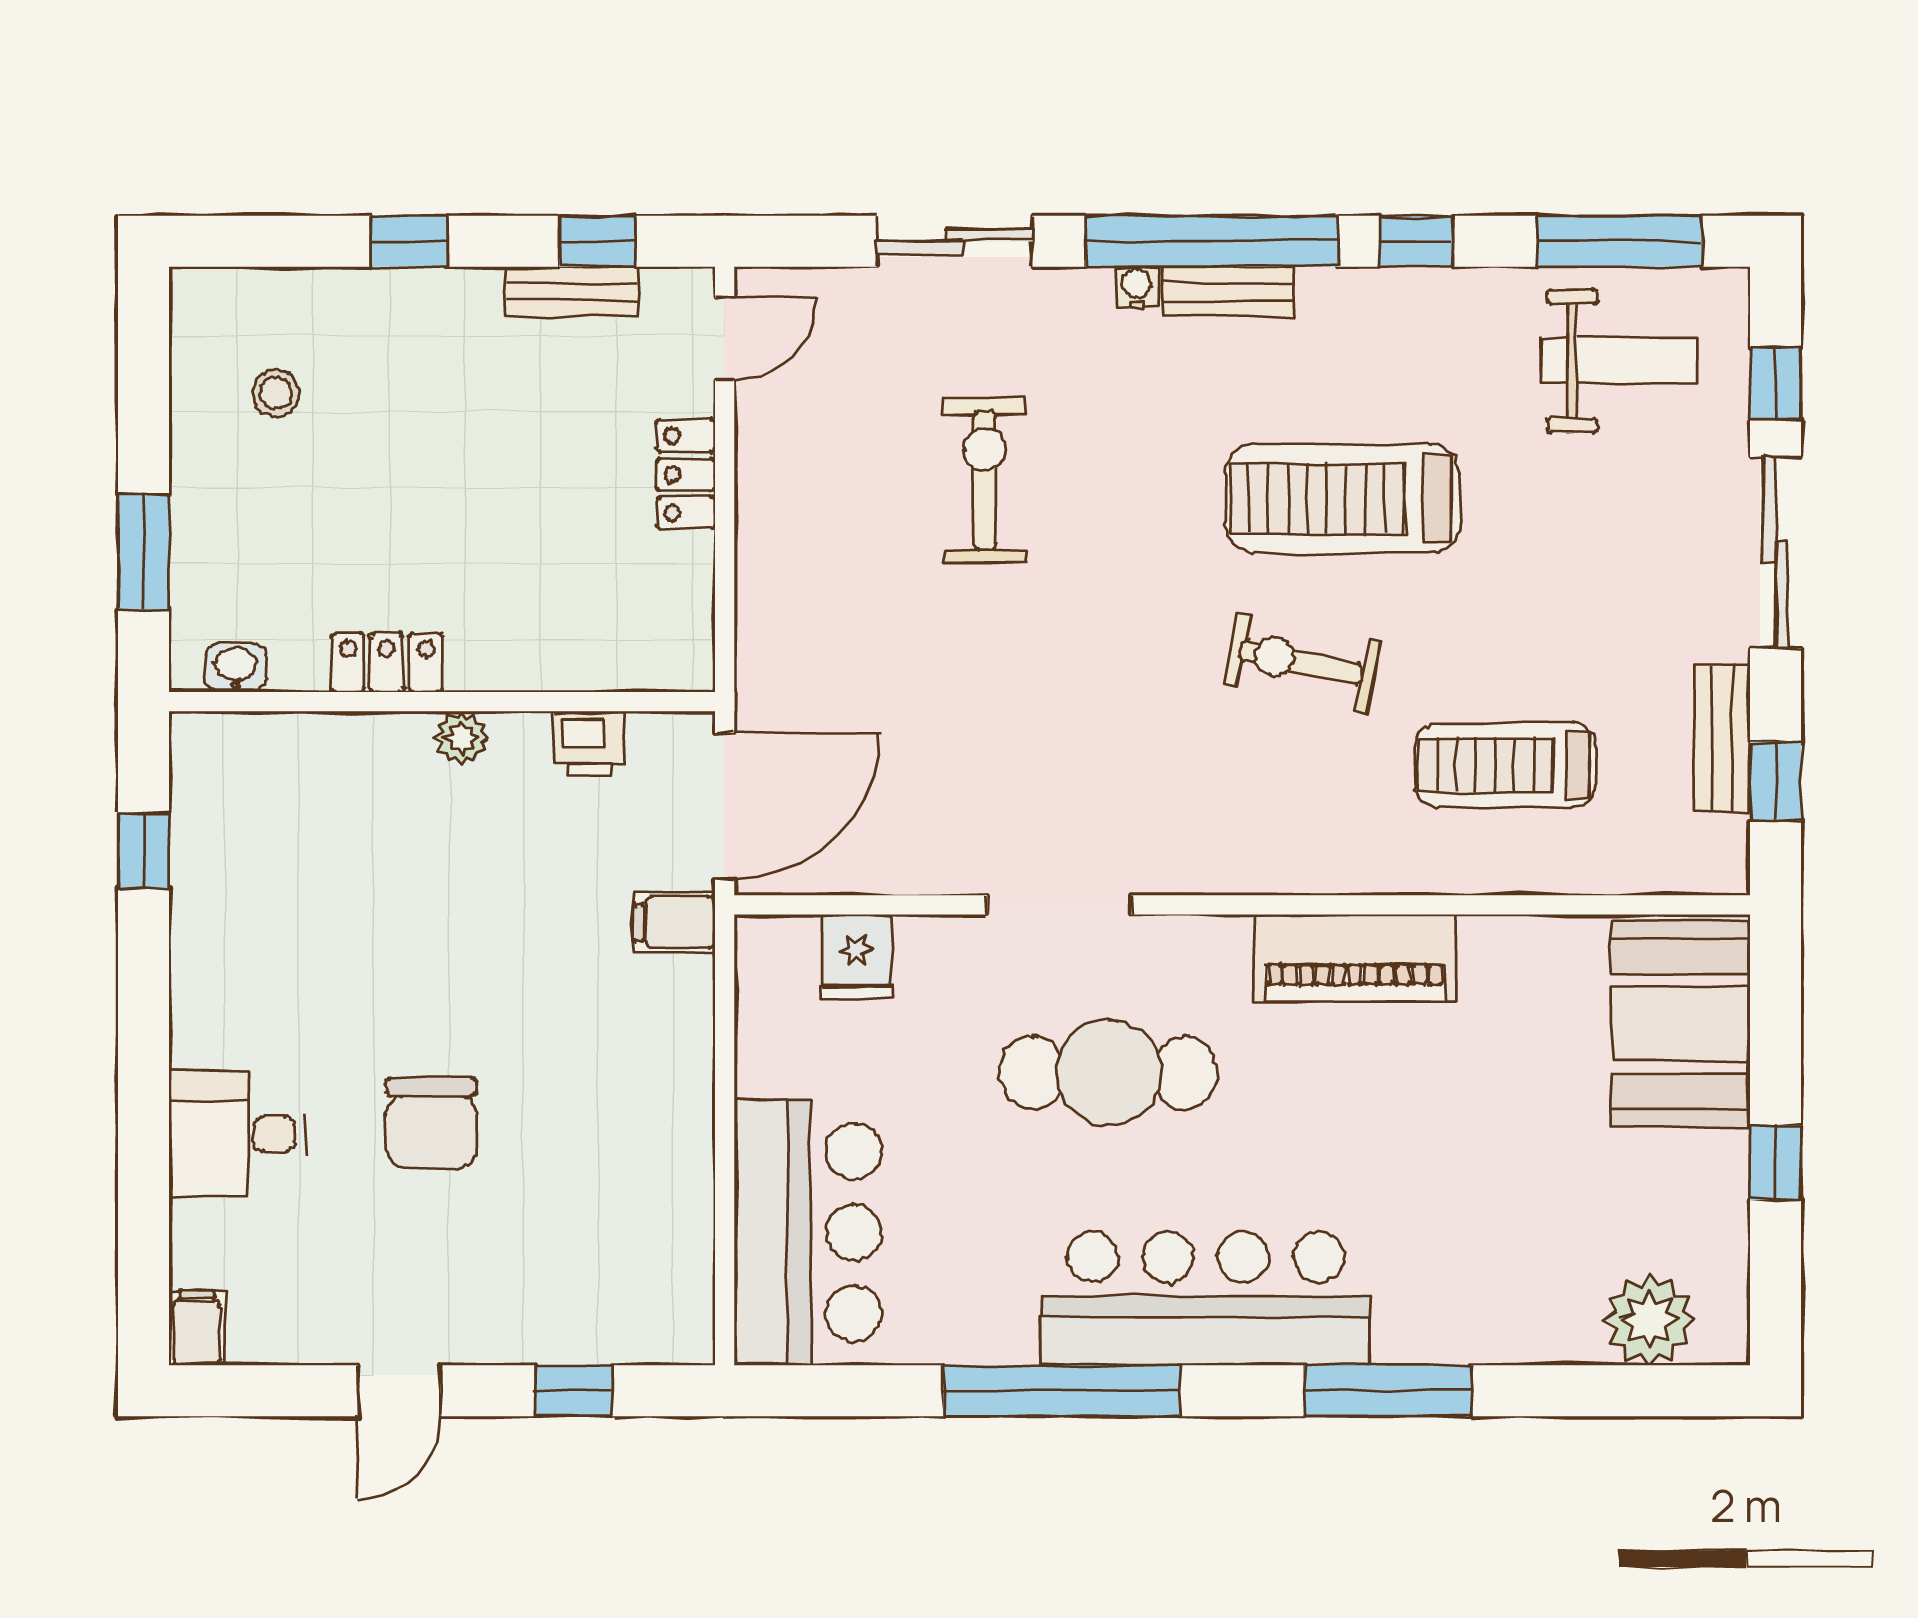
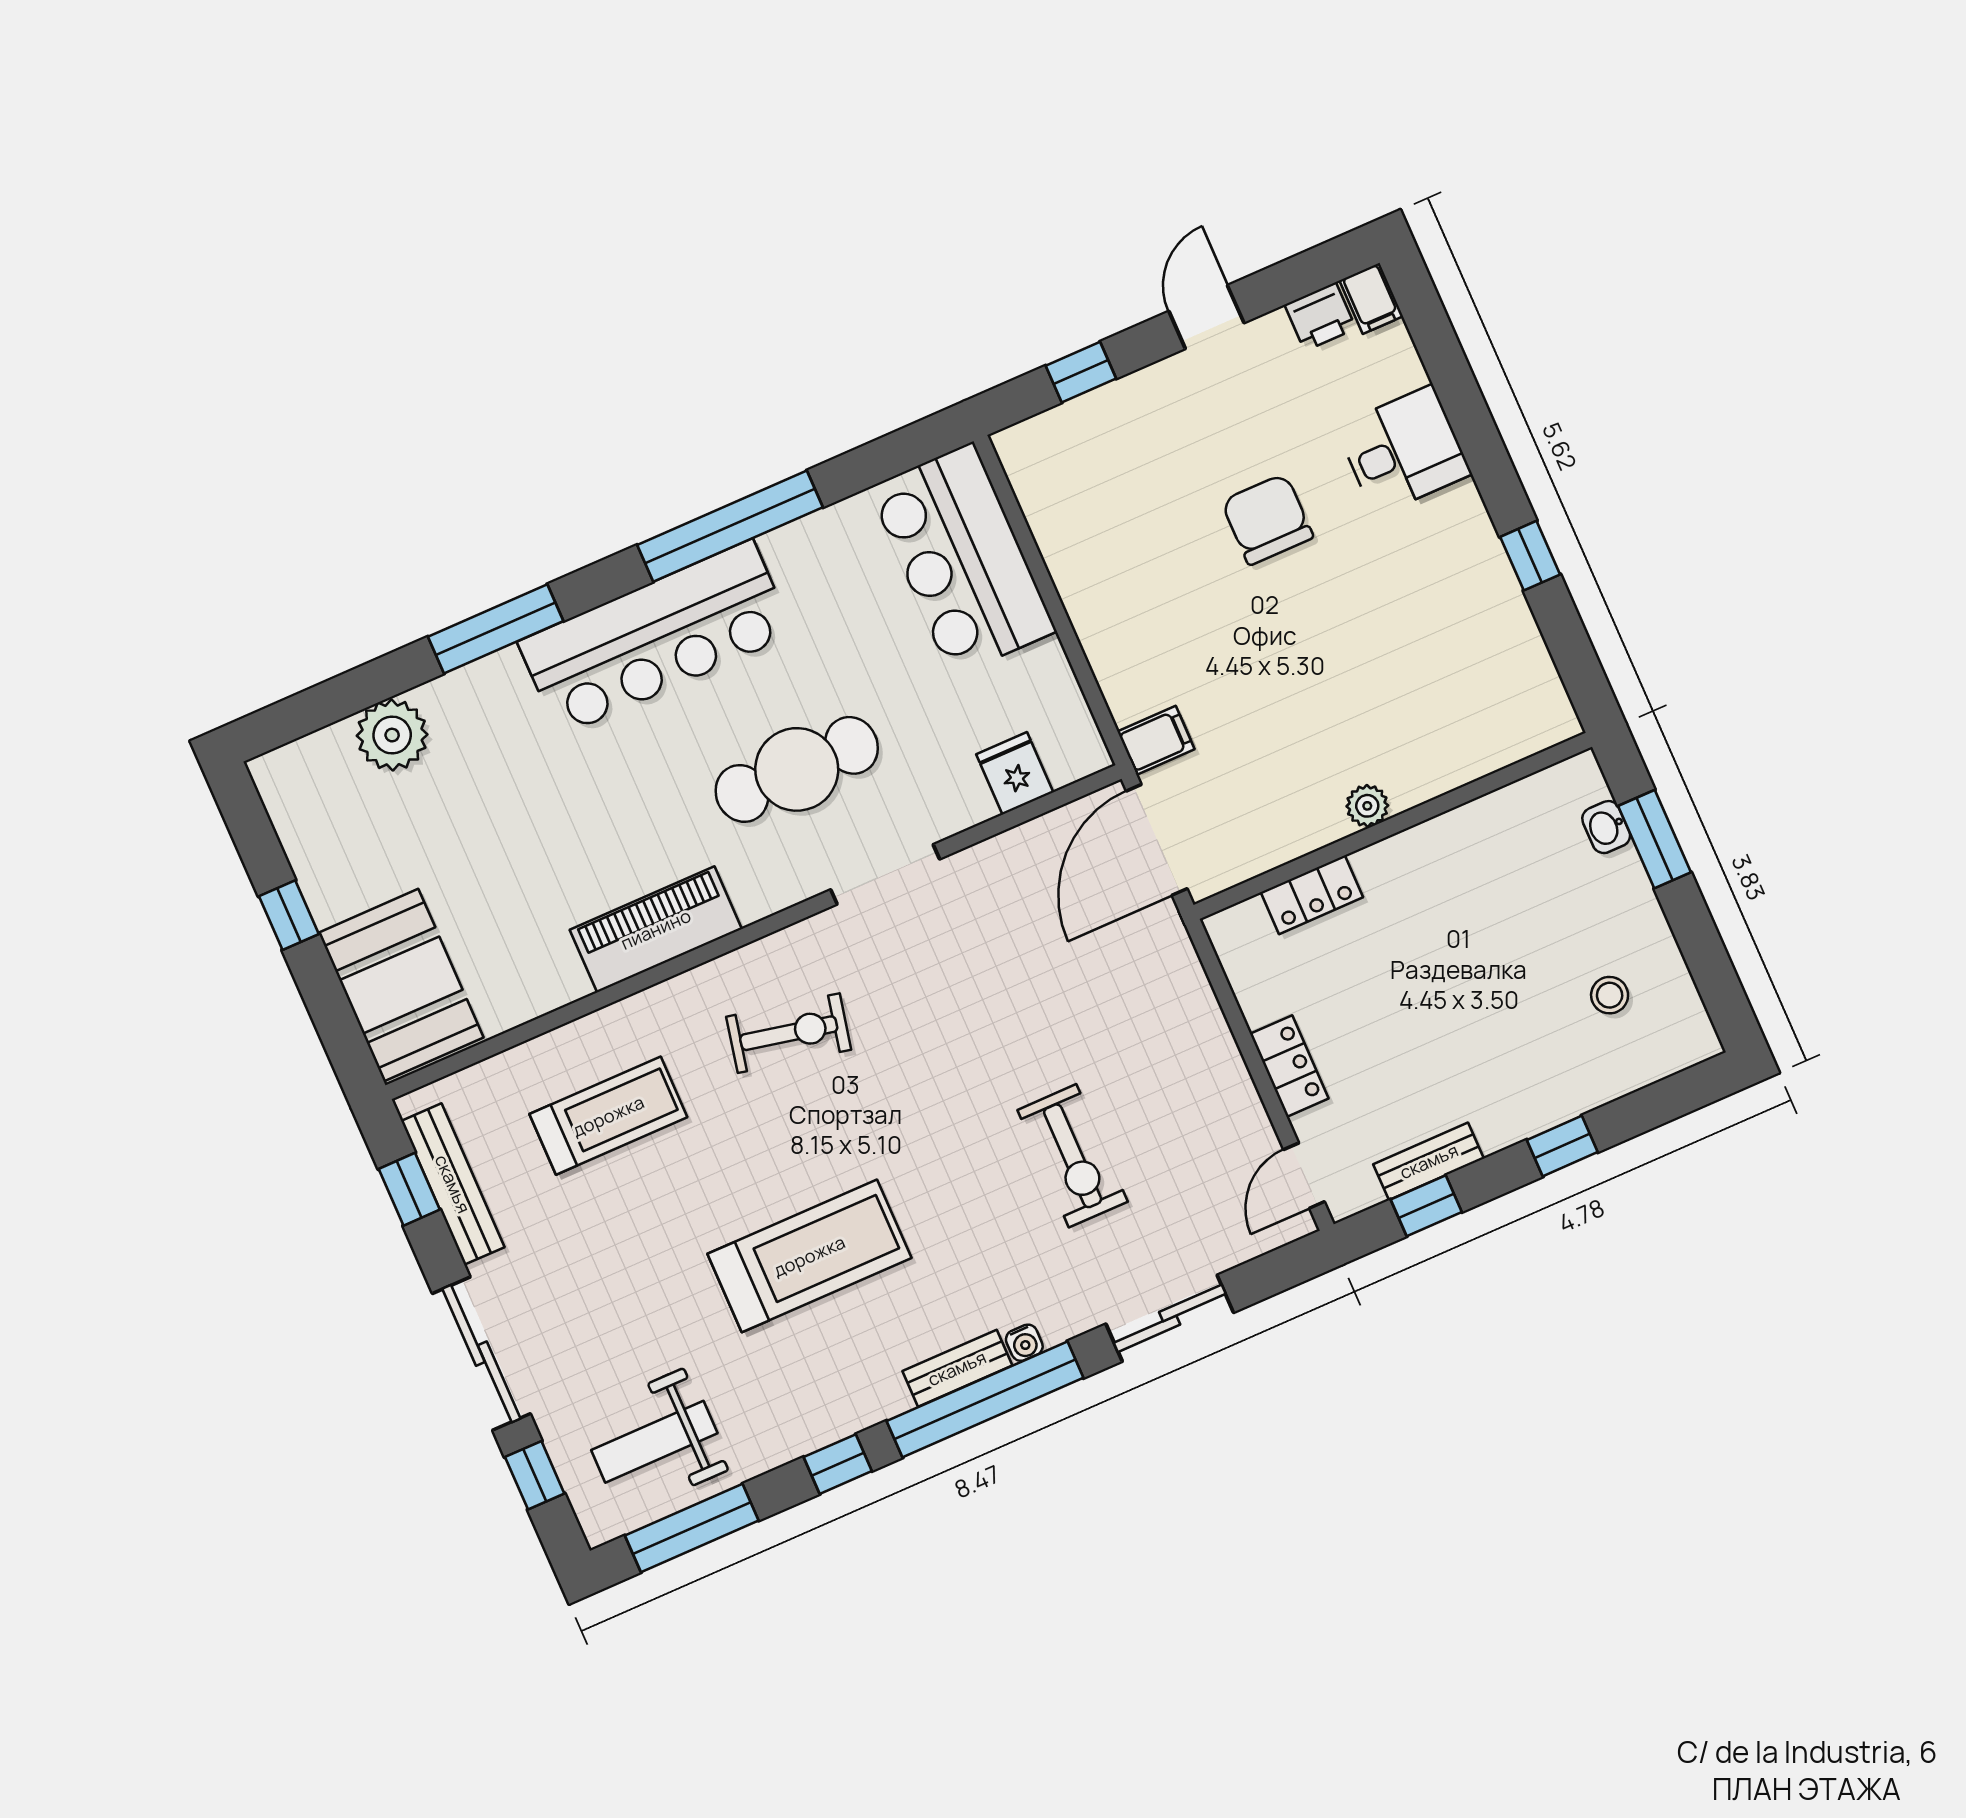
exercise bike: (1301, 662) -> (789, 1033), moved
locker: (387, 663) -> (1312, 895), moved
washbasin: (236, 667) -> (1606, 827), moved, turned 90
bench: (1722, 738) -> (453, 1184), width x1.36
printer: (589, 744) -> (1320, 317), moved, turned 180
window: (144, 851) -> (1530, 556), moved
plant: (1649, 1320) -> (392, 735), moved

